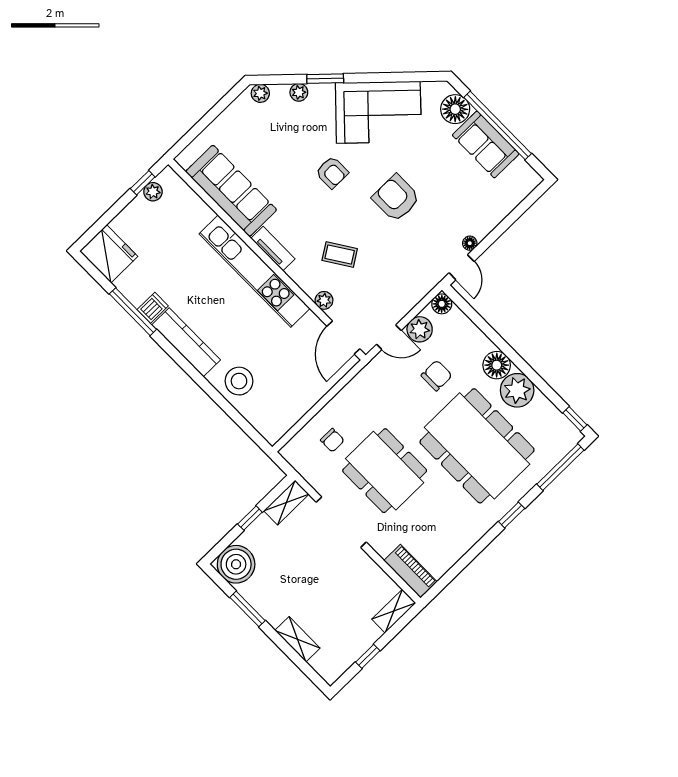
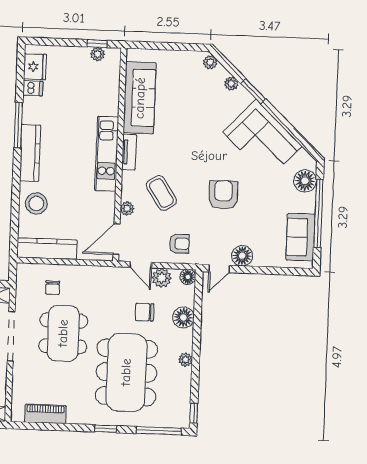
sofa: (486, 145) -> (300, 237), moved
armchair: (332, 172) -> (179, 244), moved, turned -90
floor lamp: (470, 243) -> (242, 256), width x1.89, depth x1.89
fridge: (109, 254) -> (35, 67), width x0.73, depth x0.75
coffee table: (340, 255) -> (161, 193), width x1.36, depth x1.30
kitchen unit: (255, 271) -> (107, 154), width x0.73
dishwasher: (153, 308) -> (33, 88), moved
window: (133, 312) -> (18, 125), moved
floor lamp: (497, 365) -> (183, 317), moved
chair: (437, 376) -> (145, 312), turned 180
plant: (517, 390) -> (185, 360), width x0.53, depth x0.53
kitchen counter: (291, 411) -> (47, 249), added
piano: (411, 571) -> (45, 414), moved, turned -90

